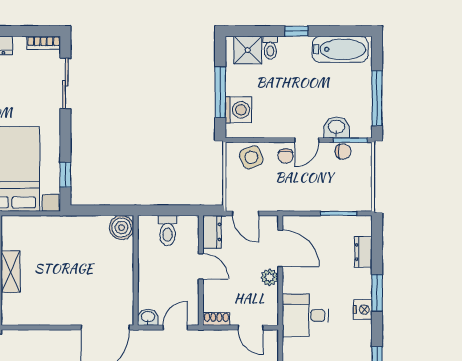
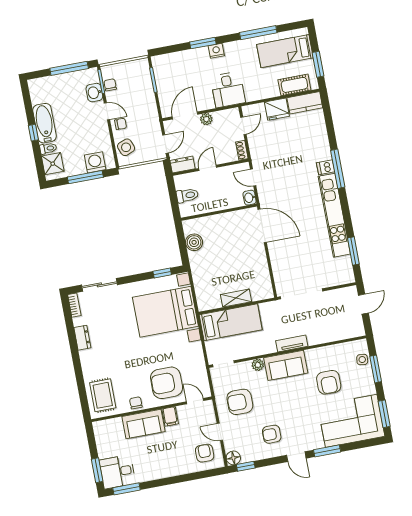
bathtub: (340, 49) -> (44, 123), moved
boiler: (122, 228) -> (194, 242), moved
dresser: (363, 252) -> (177, 58), removed

